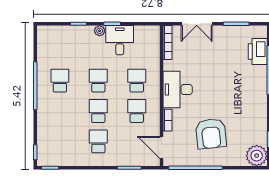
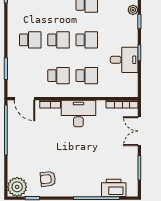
plant: (100, 31) -> (133, 10), moved
armchair: (211, 134) -> (48, 179), moved, width x0.53, depth x0.53
door: (161, 148) -> (25, 99), swing flipped

